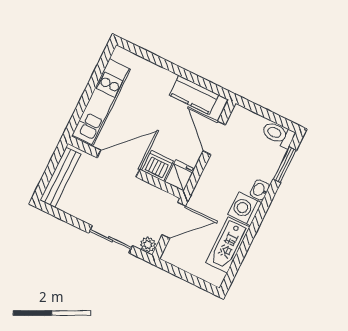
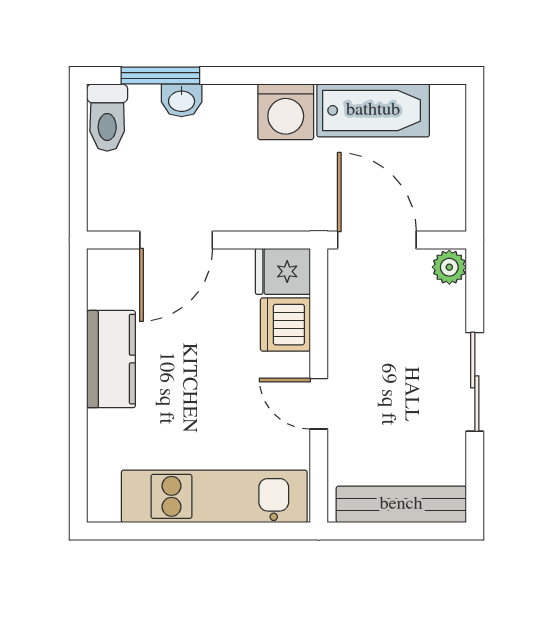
kitchen counter: (194, 95) -> (111, 359), moved
door: (118, 164) -> (319, 404), width x0.53
washbasin: (260, 190) -> (182, 100), moved
sliding door: (111, 239) -> (475, 382), moved

